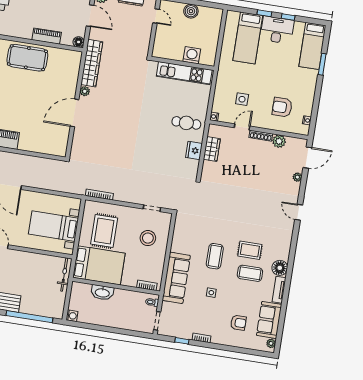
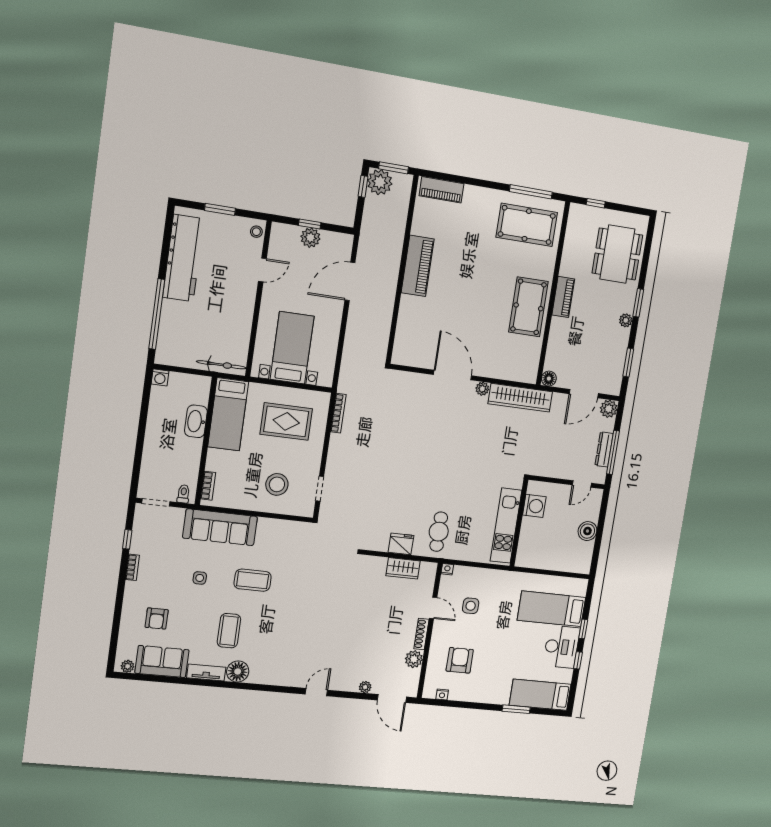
piano: (47, 36) -> (563, 297), moved
washing machine: (192, 55) -> (534, 506), moved
rug: (250, 250) -> (262, 628), removed
bed: (99, 265) -> (228, 414), width x0.67

